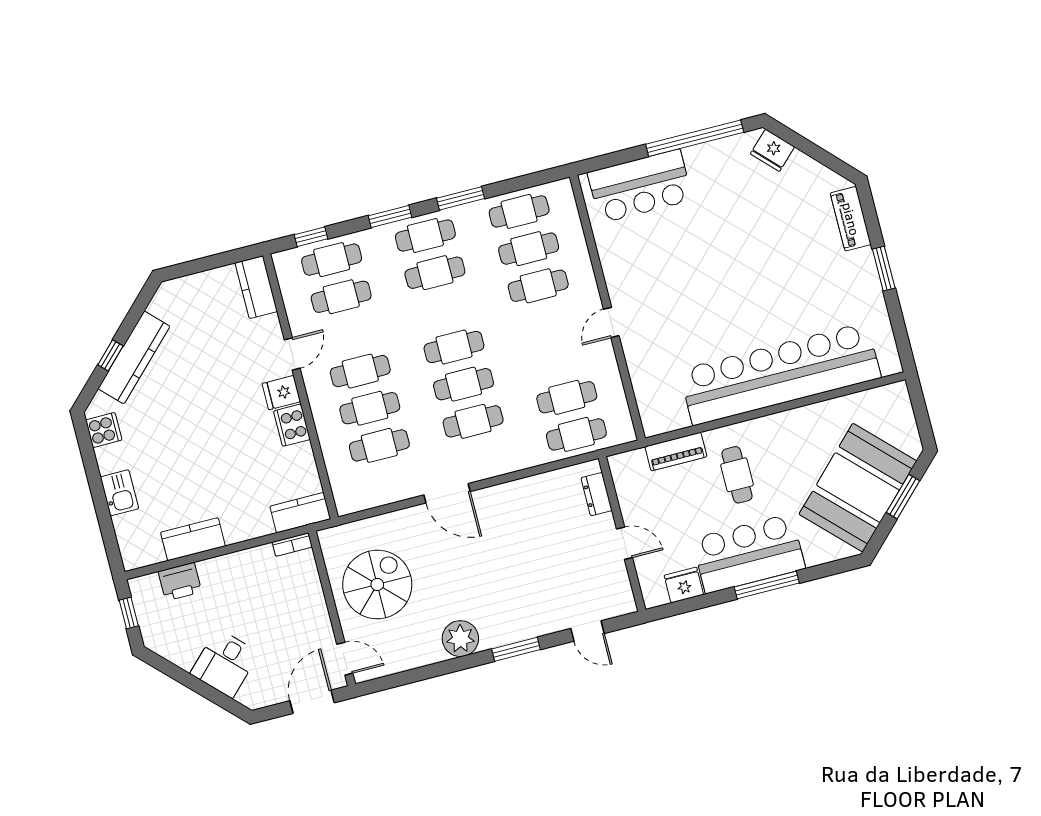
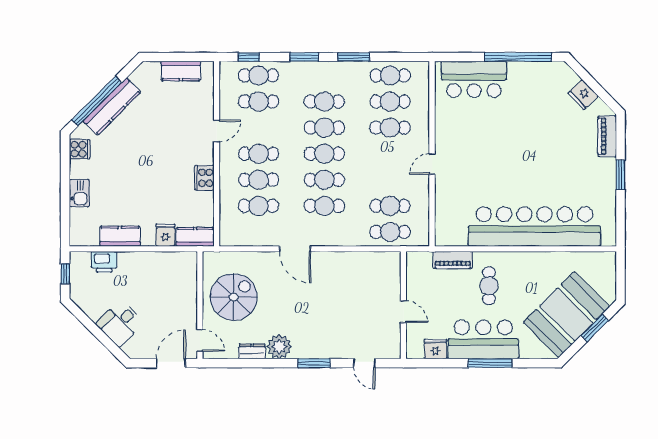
fridge: (772, 150) -> (583, 95), moved
cafe table: (425, 236) -> (324, 128), moved
kitchen counter: (256, 287) -> (181, 71), moved, turned -90
window: (110, 355) -> (97, 101), width x3.17
fridge: (281, 393) -> (165, 235), moved, turned 90
dresser: (597, 494) -> (252, 351), moved, turned 90
bookcase: (292, 545) -> (184, 256), removed

